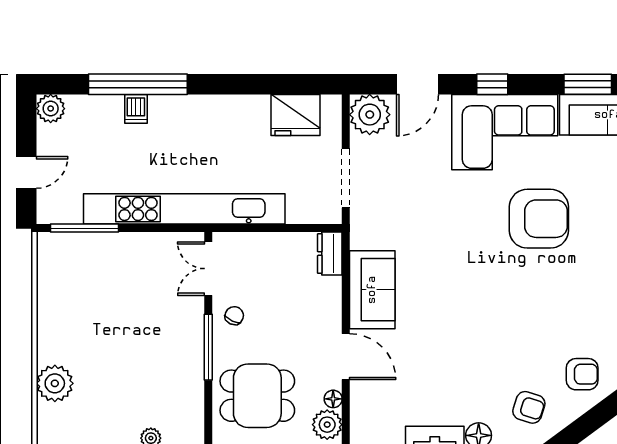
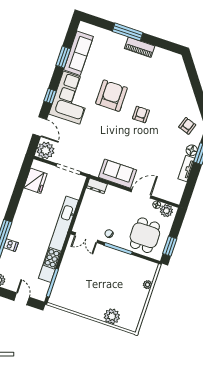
armchair: (582, 374) -> (141, 114), moved

